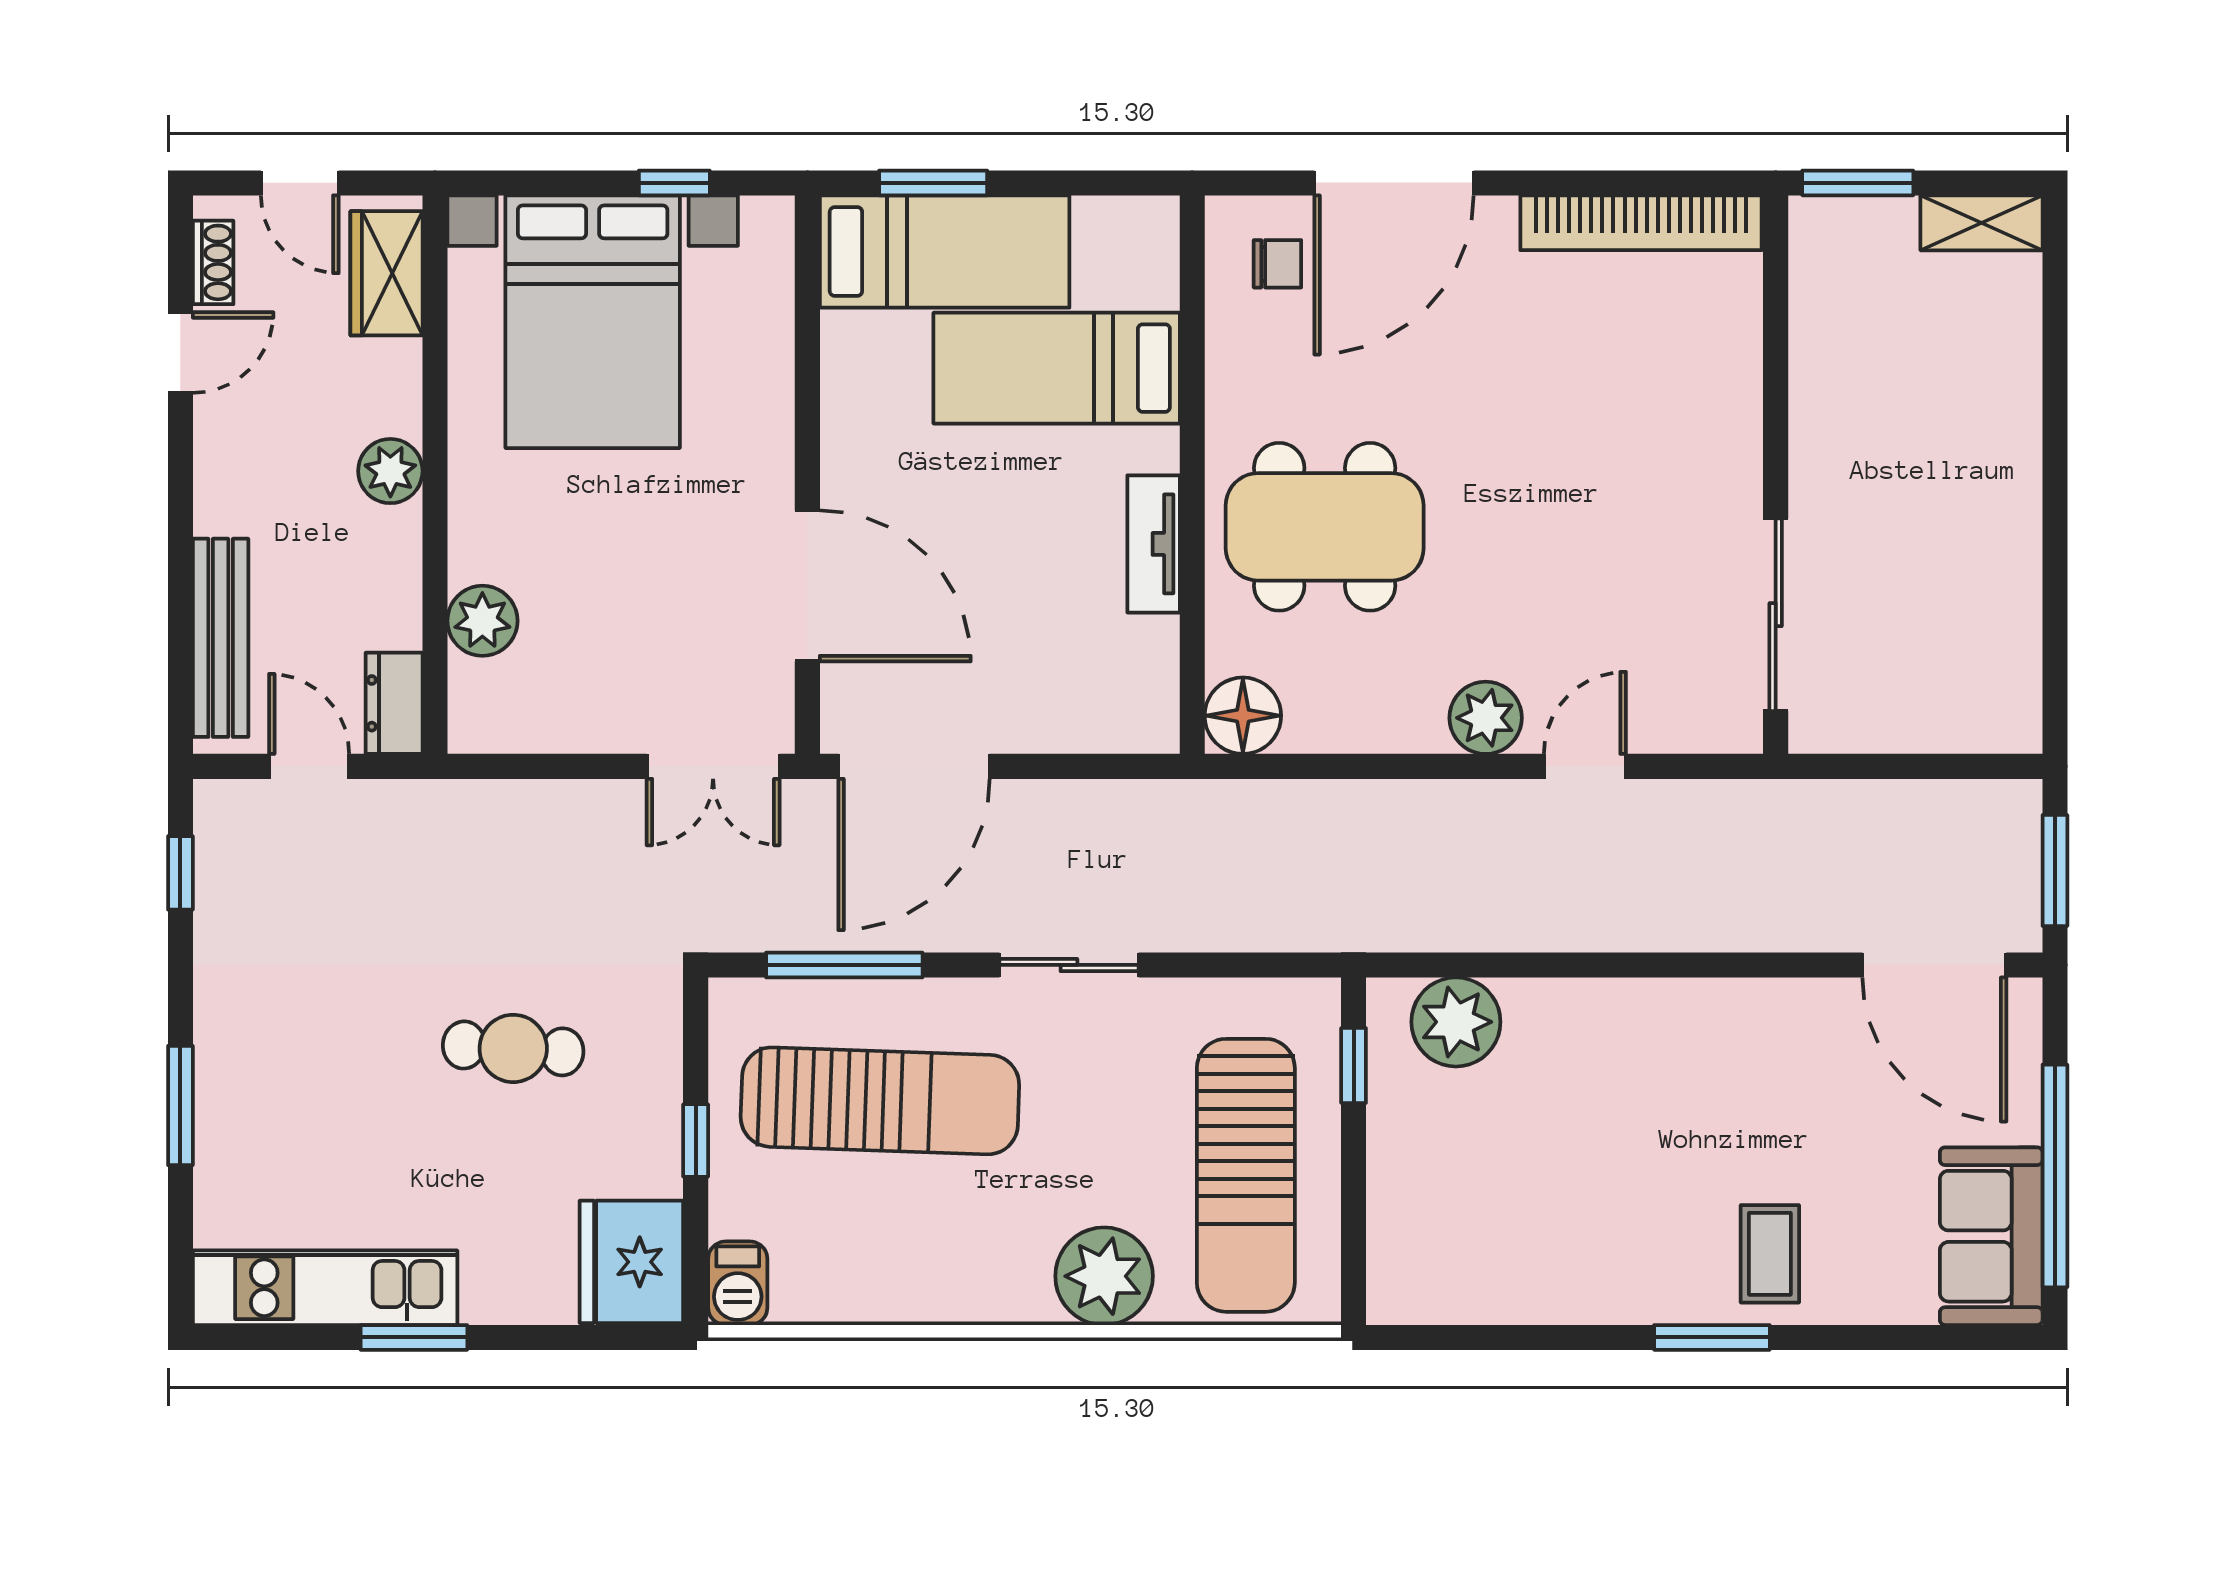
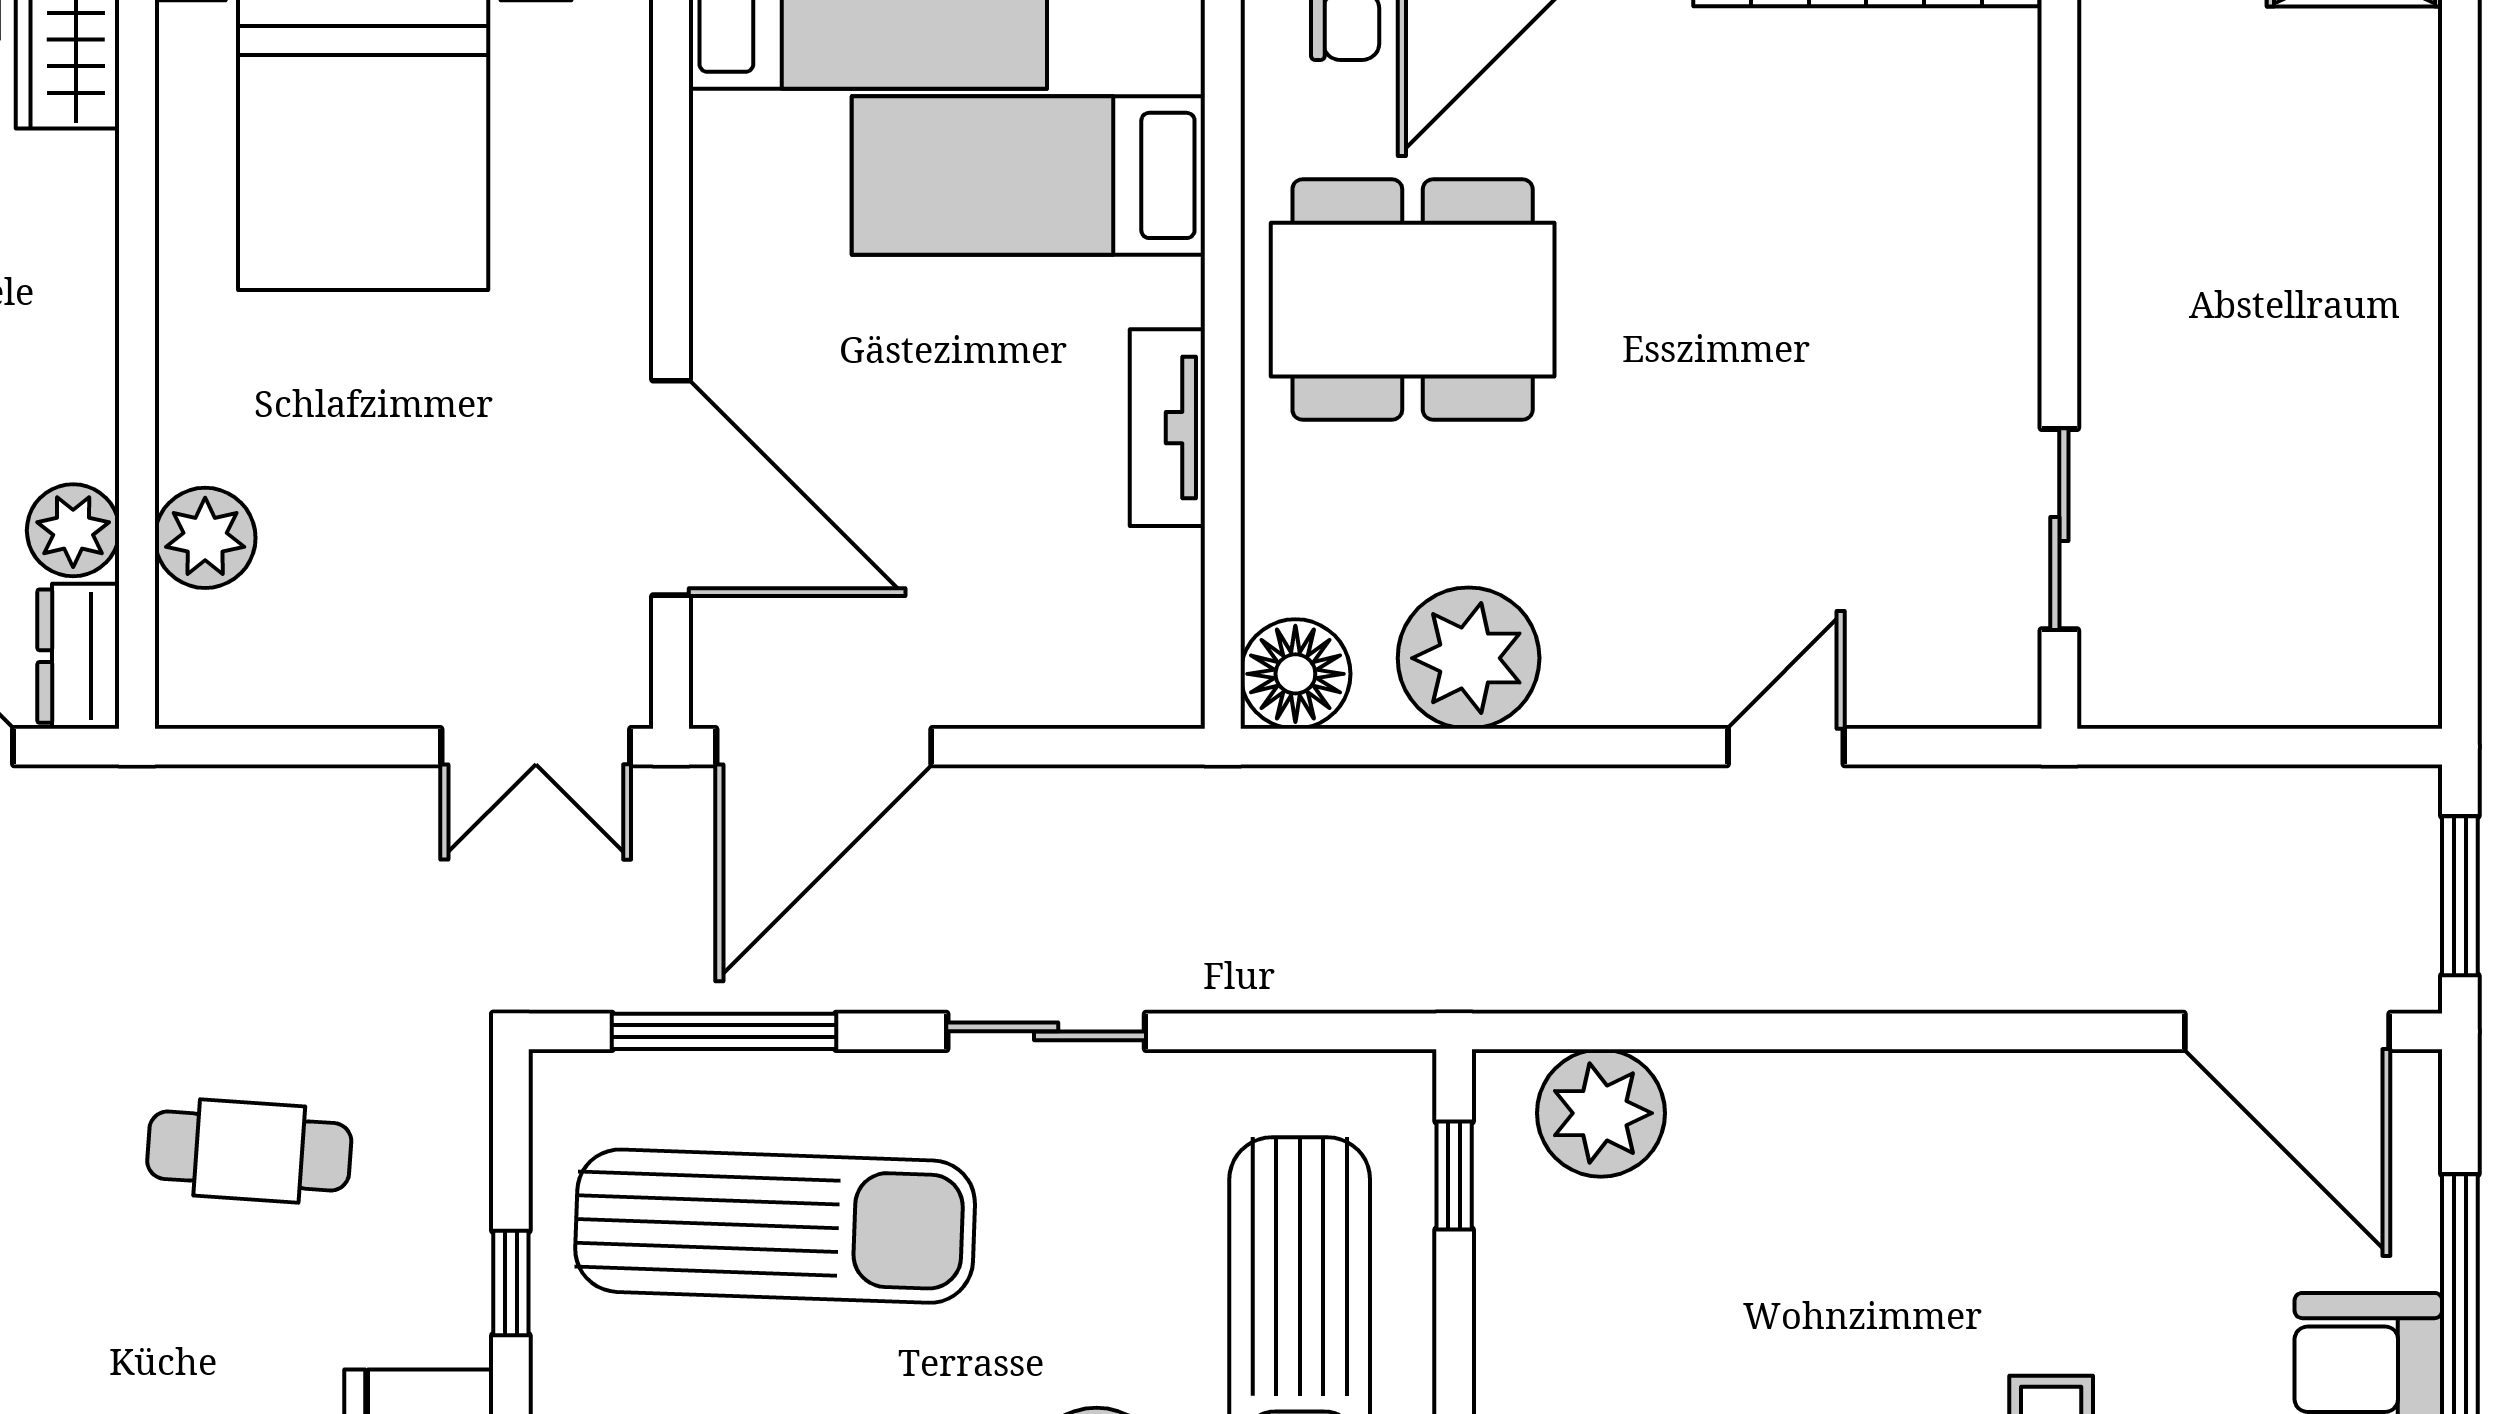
plant: (390, 471) -> (73, 530), moved
dining table: (1325, 527) -> (1413, 300), moved
sliding door: (1776, 615) -> (2059, 529), width x0.73
plant: (1486, 718) -> (1469, 658), moved, width x1.36, depth x1.36

